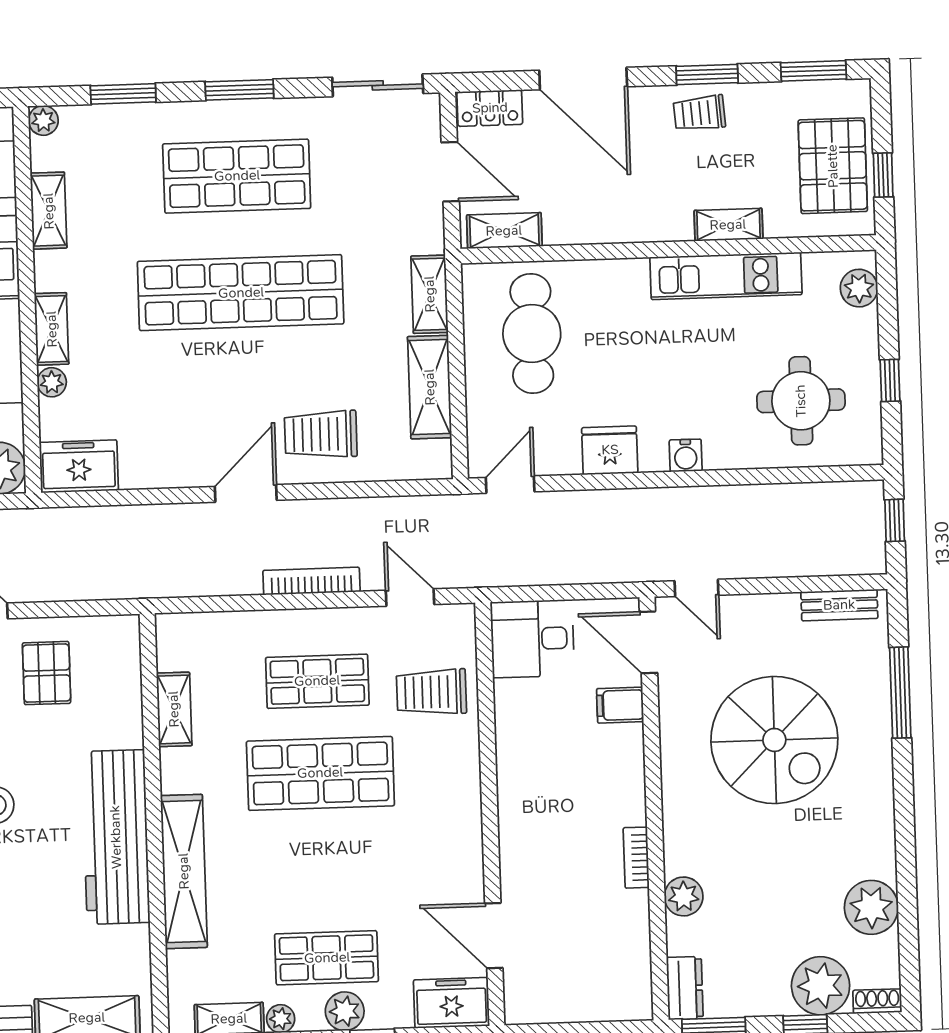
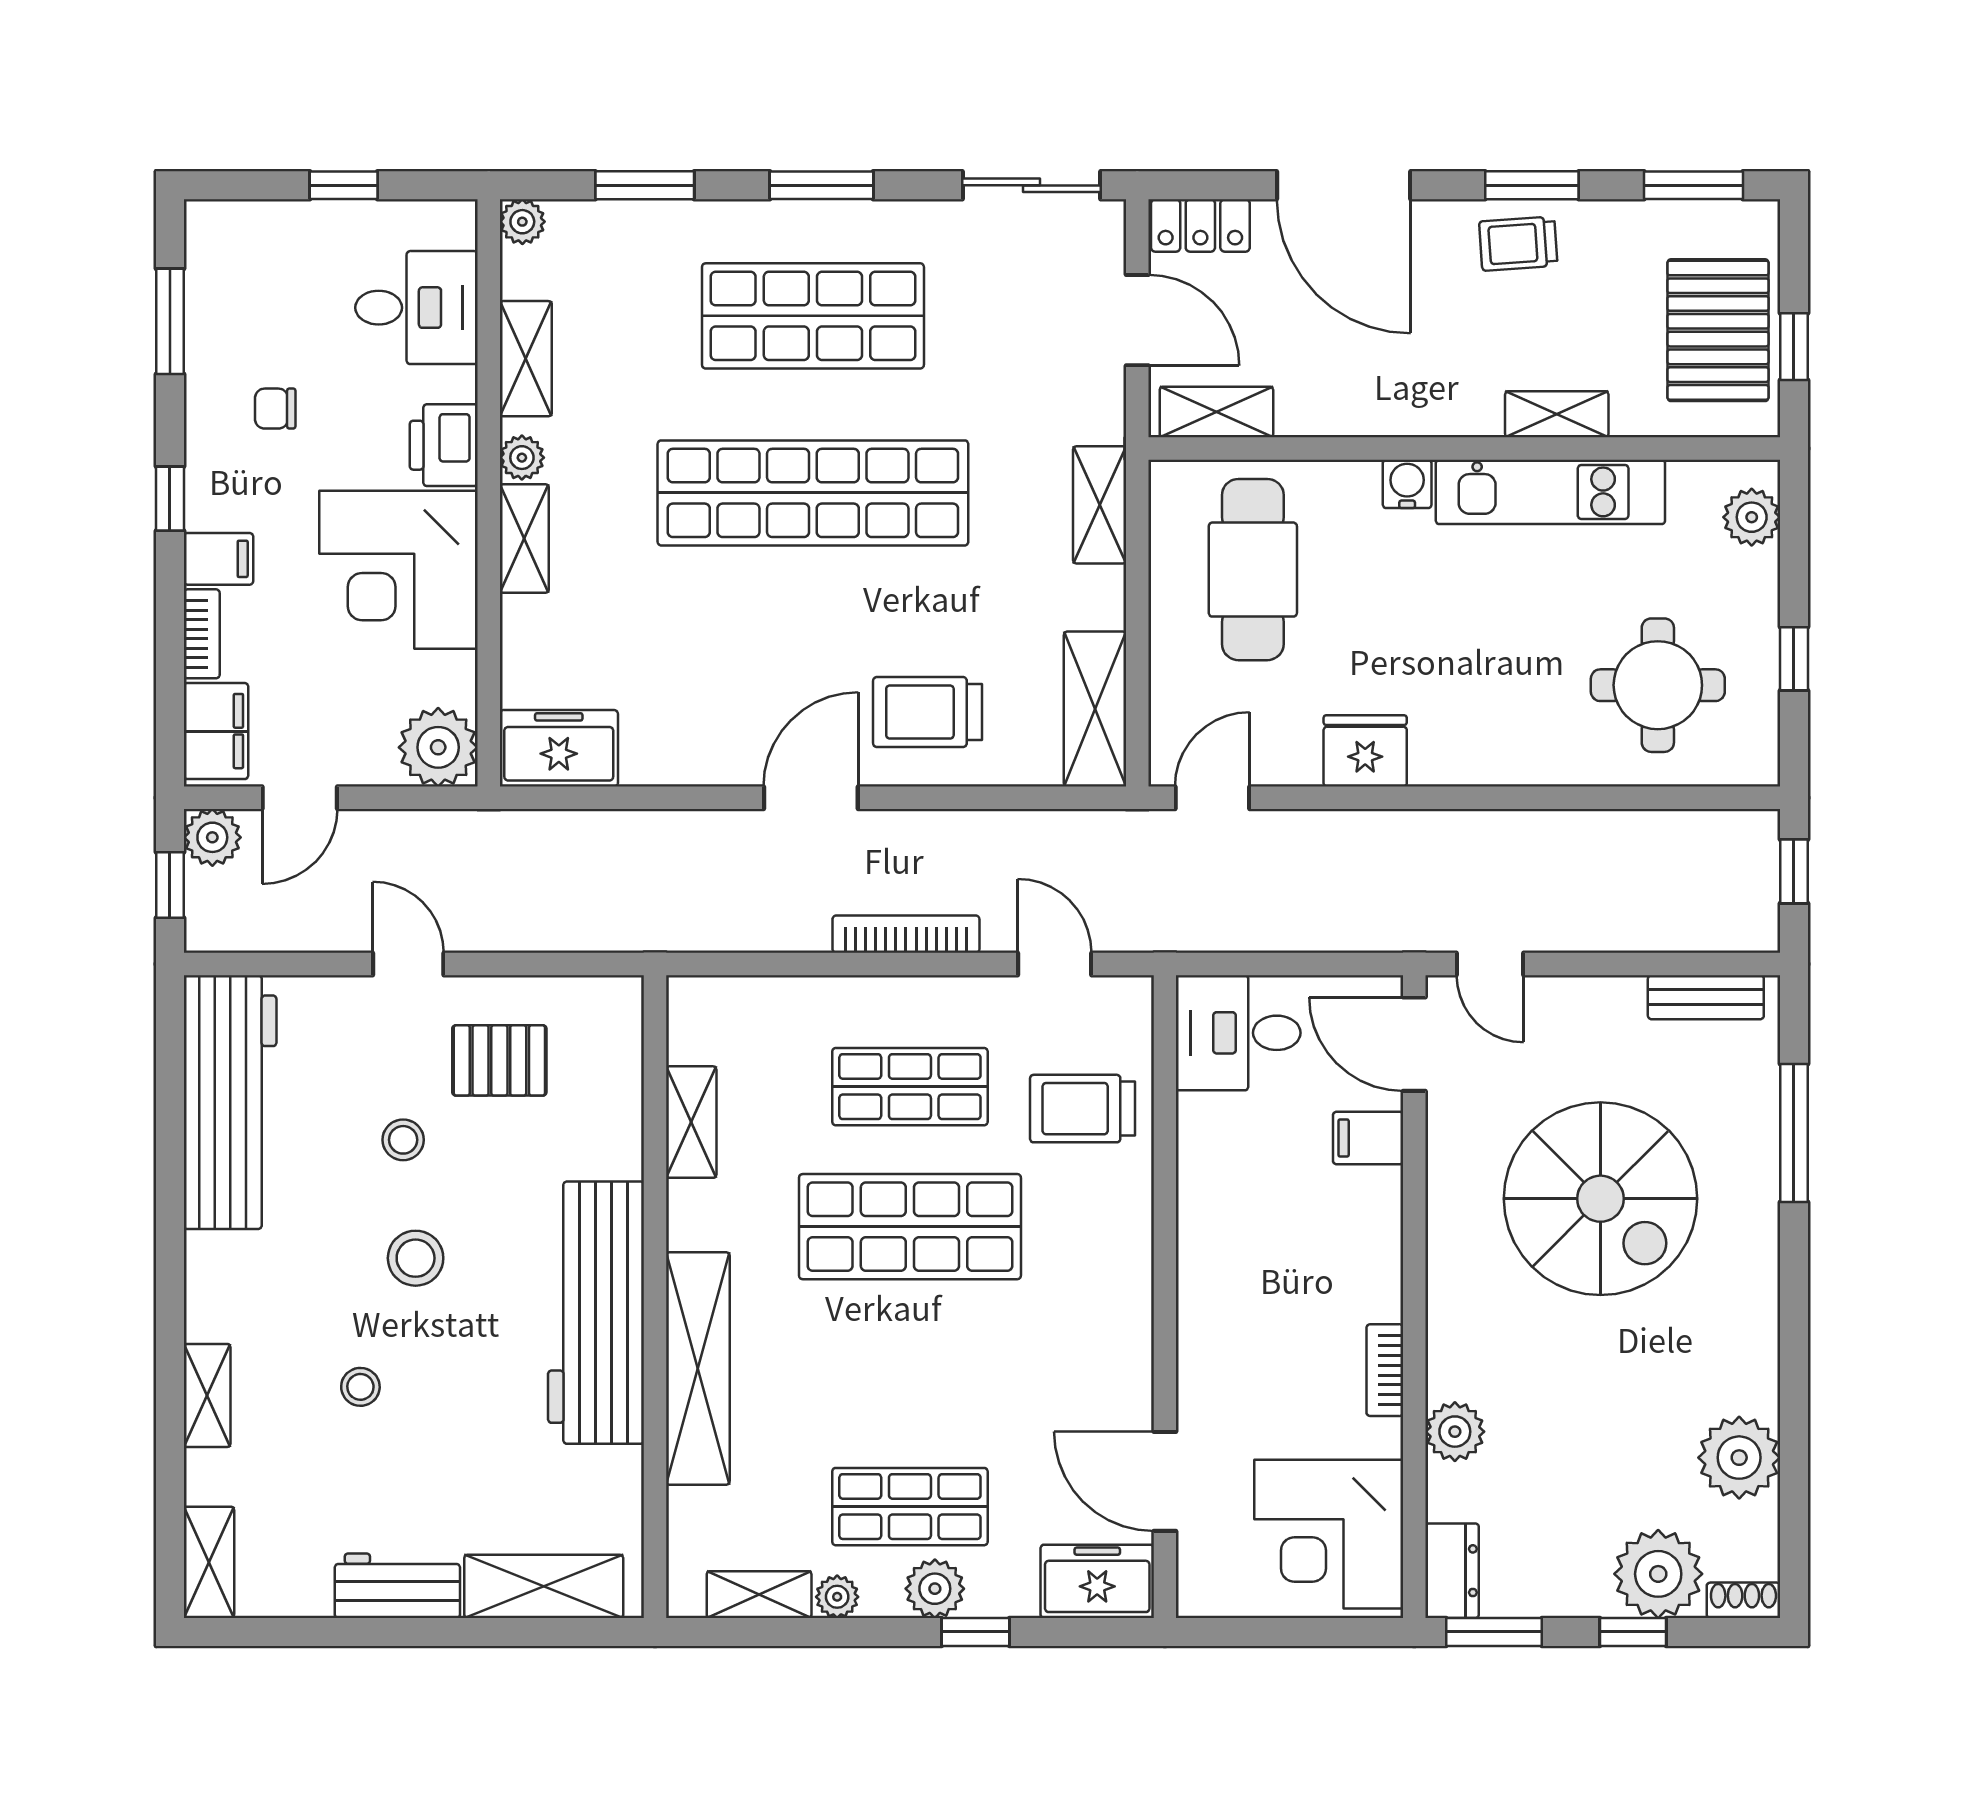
plant: (52, 382) -> (522, 458), moved
shelving: (430, 387) -> (1095, 709), moved
water cooler: (686, 455) -> (1407, 484), moved, turned 180
pallet: (47, 673) -> (499, 1060), turned 90
corner desk: (603, 967) -> (1329, 1534), added

